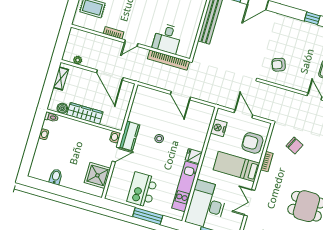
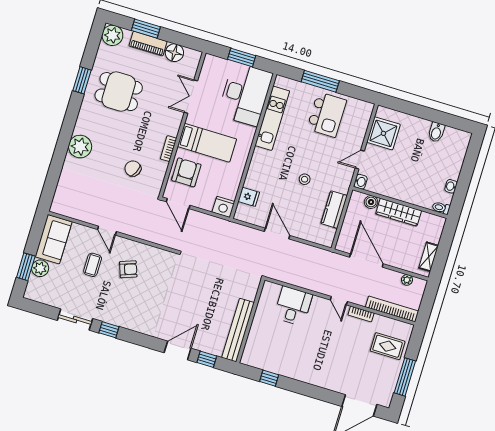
door: (131, 43) -> (339, 301), swing flipped
bookcase: (168, 60) -> (392, 309), moved
armchair: (279, 65) -> (128, 269), moved
boiler: (62, 108) -> (371, 202), moved
door: (243, 114) -> (178, 204), moved
nightstand: (219, 128) -> (223, 207), moved, turned 90
kitchen counter: (129, 136) -> (334, 210), moved
armchair: (252, 143) -> (186, 172), turned -90
fridge: (194, 156) -> (249, 197), moved
double door: (250, 203) -> (191, 97), swing flipped

